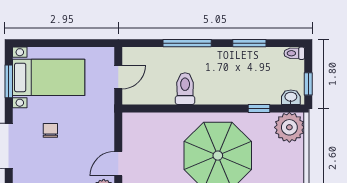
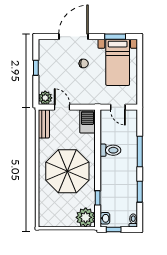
barbecue: (140, 124) -> (88, 121), added

